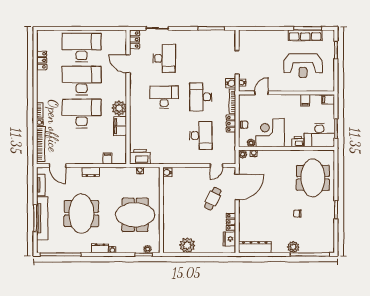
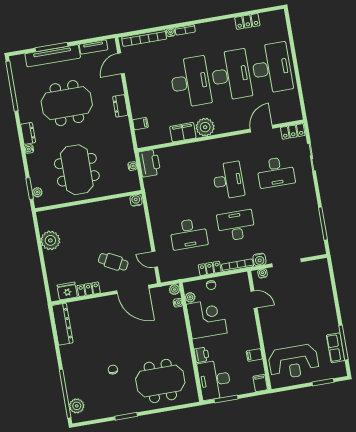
row of seats: (305, 35) -> (336, 348), width x0.68
reception desk: (303, 66) -> (294, 362), moved, turned -90
plant: (293, 247) -> (77, 406), moved

